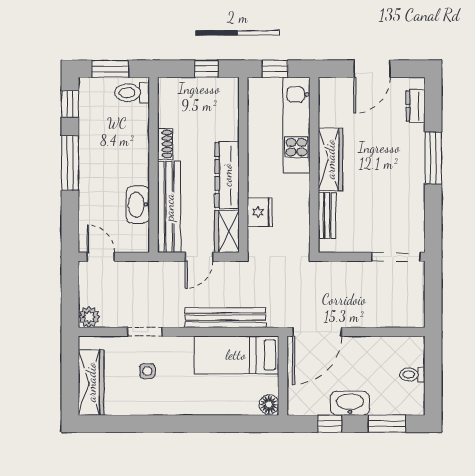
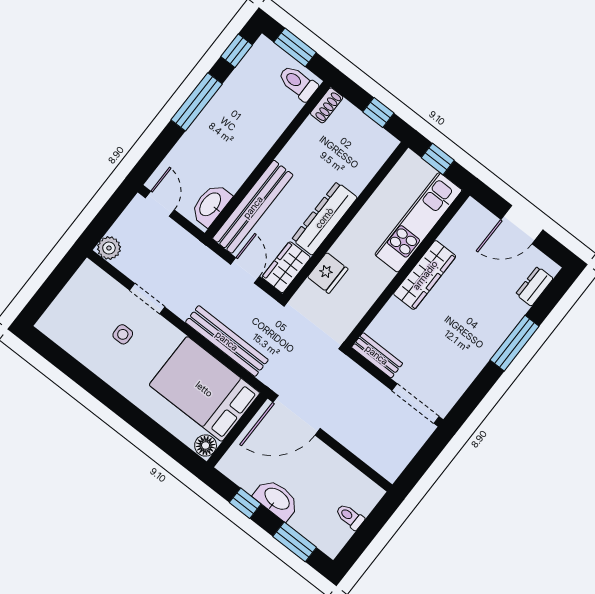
shoe rack: (165, 144) -> (327, 105), moved
washbasin: (138, 205) -> (211, 205), moved
bench: (327, 216) -> (377, 355), moved, turned 90
door: (199, 257) -> (245, 270), swing flipped
bed: (236, 355) -> (204, 389), width x1.50
wardrobe: (91, 382) -> (66, 306), removed

